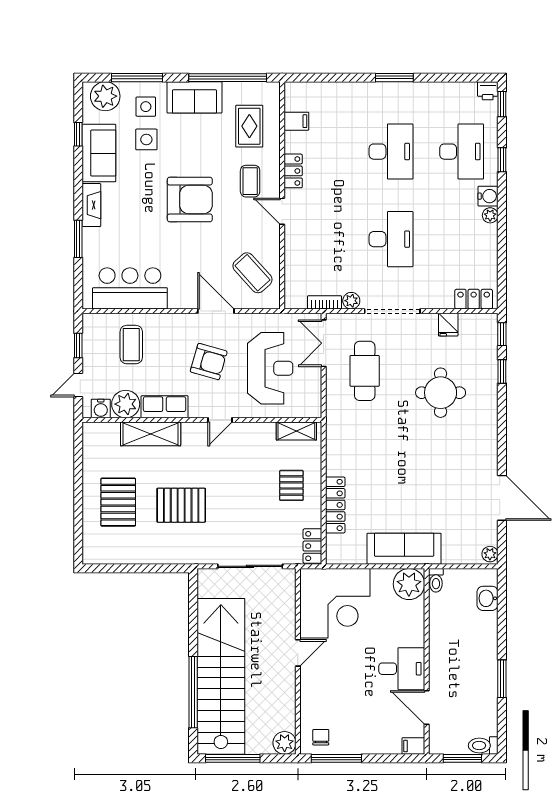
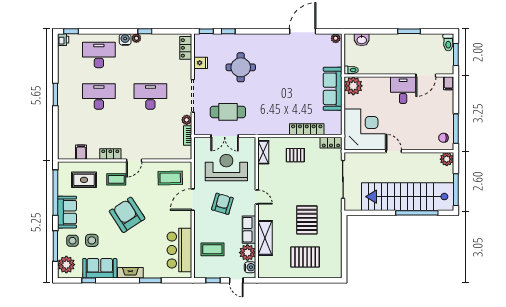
window: (502, 160) -> (145, 31), moved
armchair: (190, 200) -> (127, 215), turned -33
coffee table: (252, 273) -> (170, 178), turned 41
double door: (324, 343) -> (225, 136), moved

